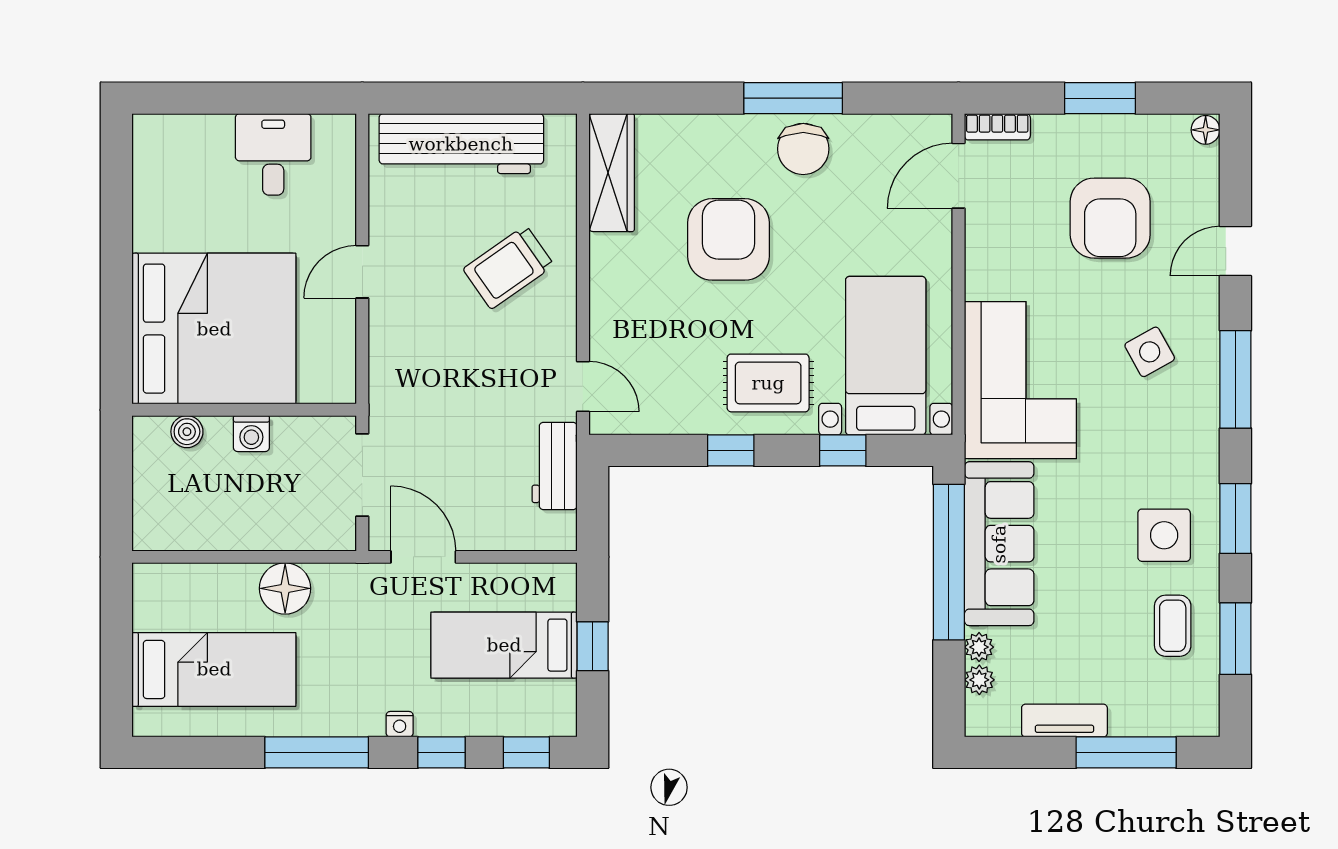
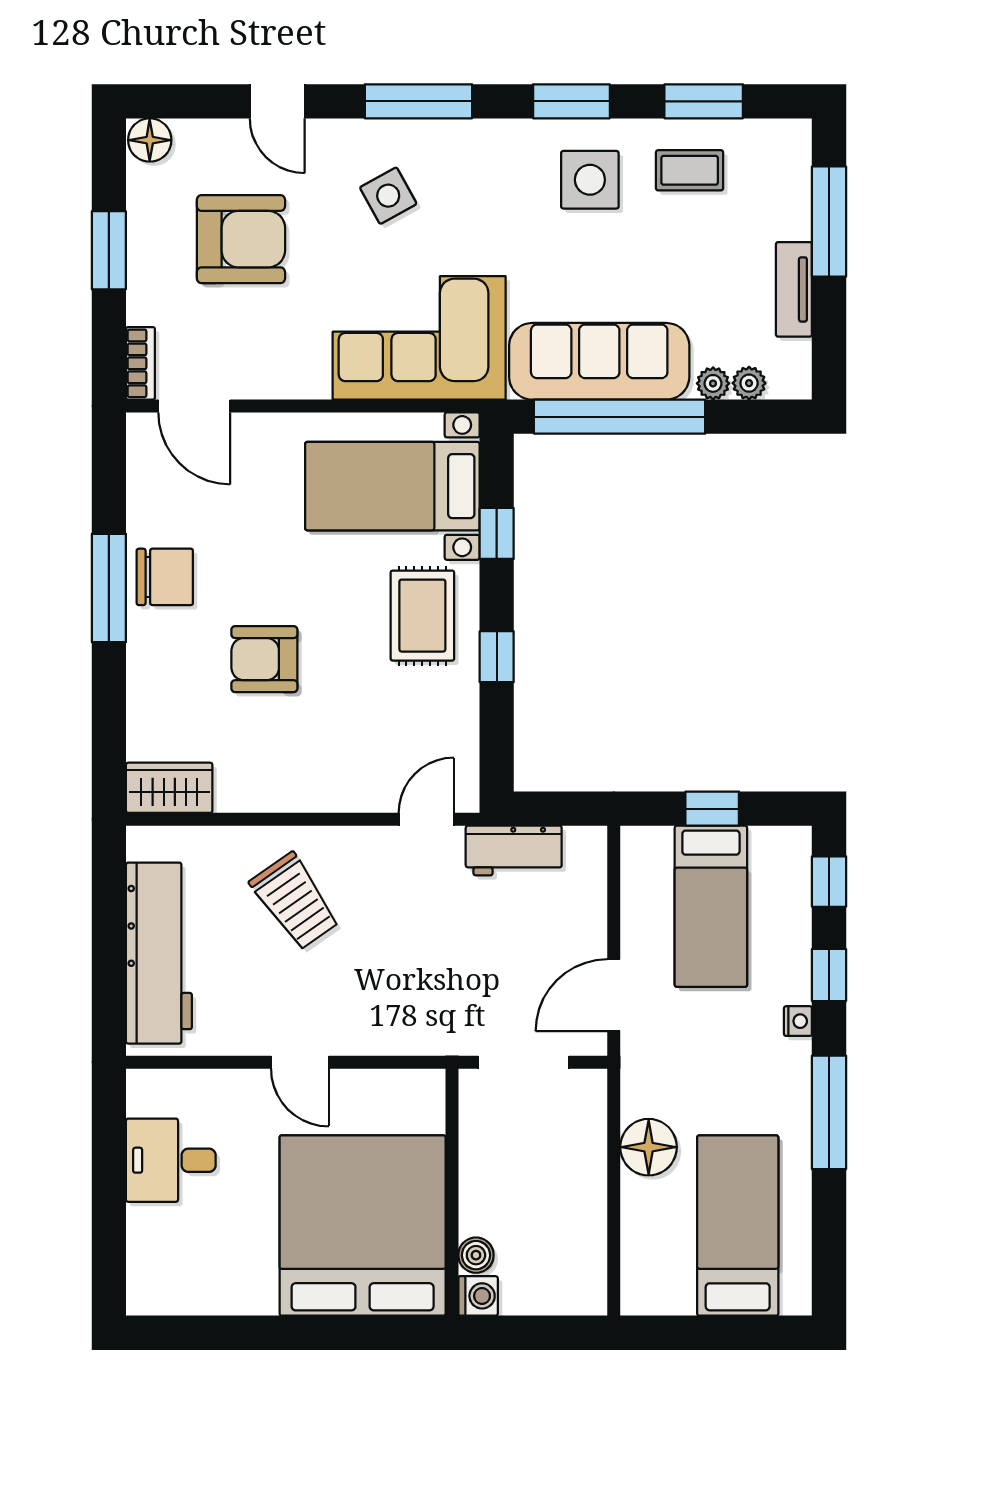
floor lamp: (1206, 130) -> (150, 140), width x1.37, depth x1.37
wardrobe: (612, 173) -> (169, 788), width x0.67
armchair: (729, 239) -> (264, 659), width x0.73, depth x0.73
washing machine: (251, 434) -> (478, 1296), moved

